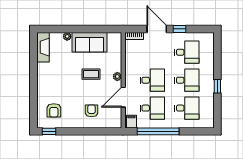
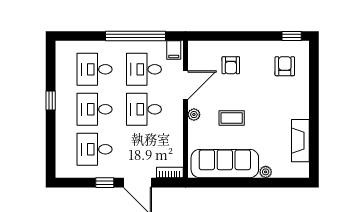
sofa: (89, 42) -> (225, 164), width x1.36
fireplace: (43, 47) -> (300, 141), moved

